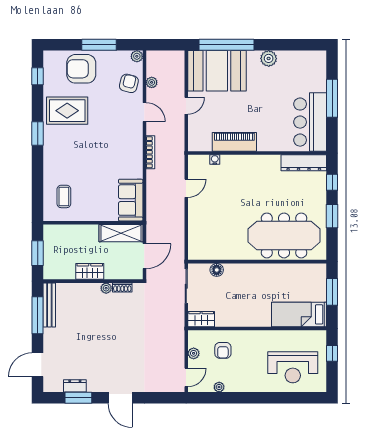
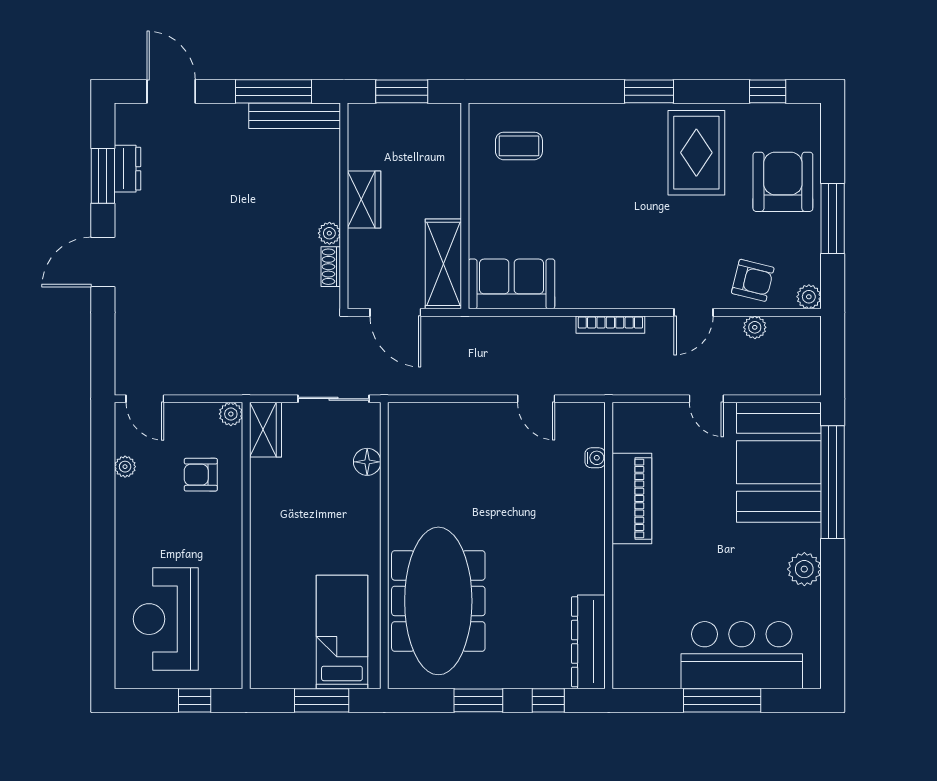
bar counter: (310, 122) -> (742, 655), moved
bed: (299, 314) -> (342, 632), moved
plant: (194, 353) -> (231, 414), moved

